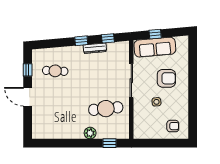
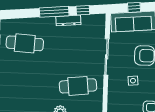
window: (81, 41) -> (54, 12), width x2.17
cafe table: (55, 71) -> (25, 43), width x1.37, depth x1.35

